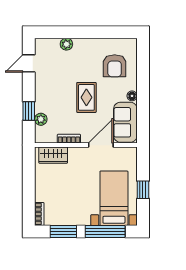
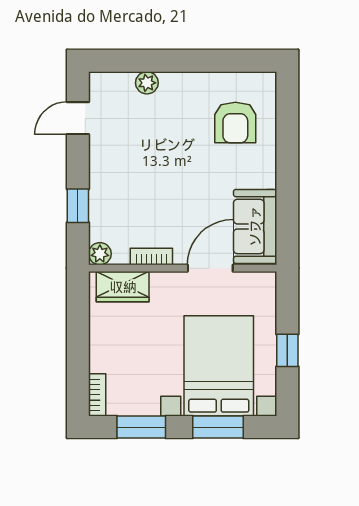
floor lamp: (132, 96) -> (267, 178), removed
rug: (86, 97) -> (184, 181), removed
plant: (41, 119) -> (100, 254), moved
bed with nightstands: (114, 198) -> (219, 366), width x1.36
window: (105, 231) -> (218, 427), width x0.69

